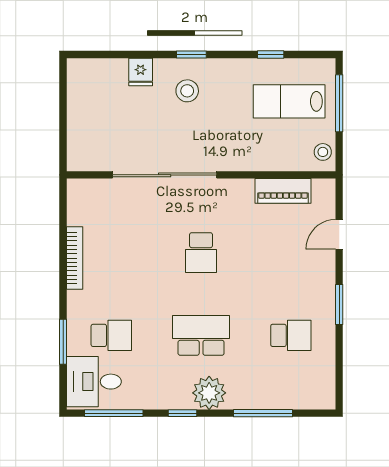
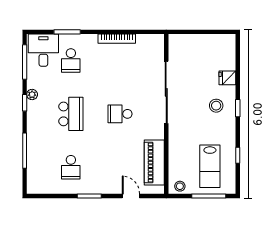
lab bench: (289, 101) -> (210, 166), turned 180
piano: (283, 191) -> (154, 163), width x1.37, depth x1.33
plant: (209, 393) -> (32, 95), moved, width x0.53, depth x0.53

